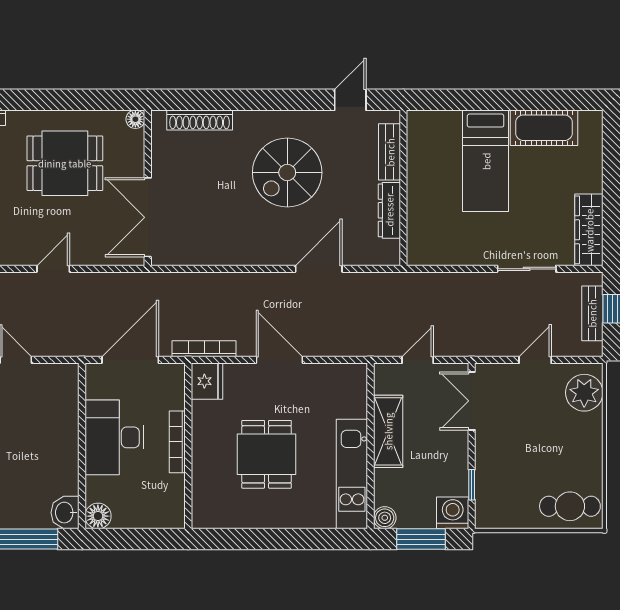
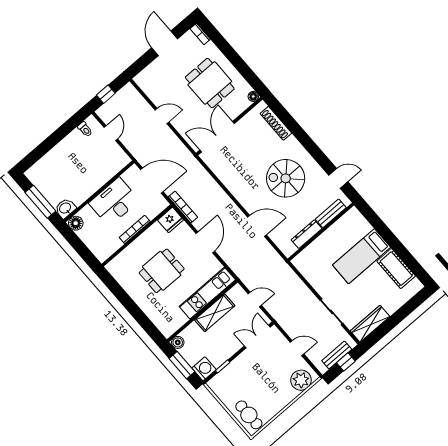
kitchen unit: (352, 474) -> (207, 293), moved

